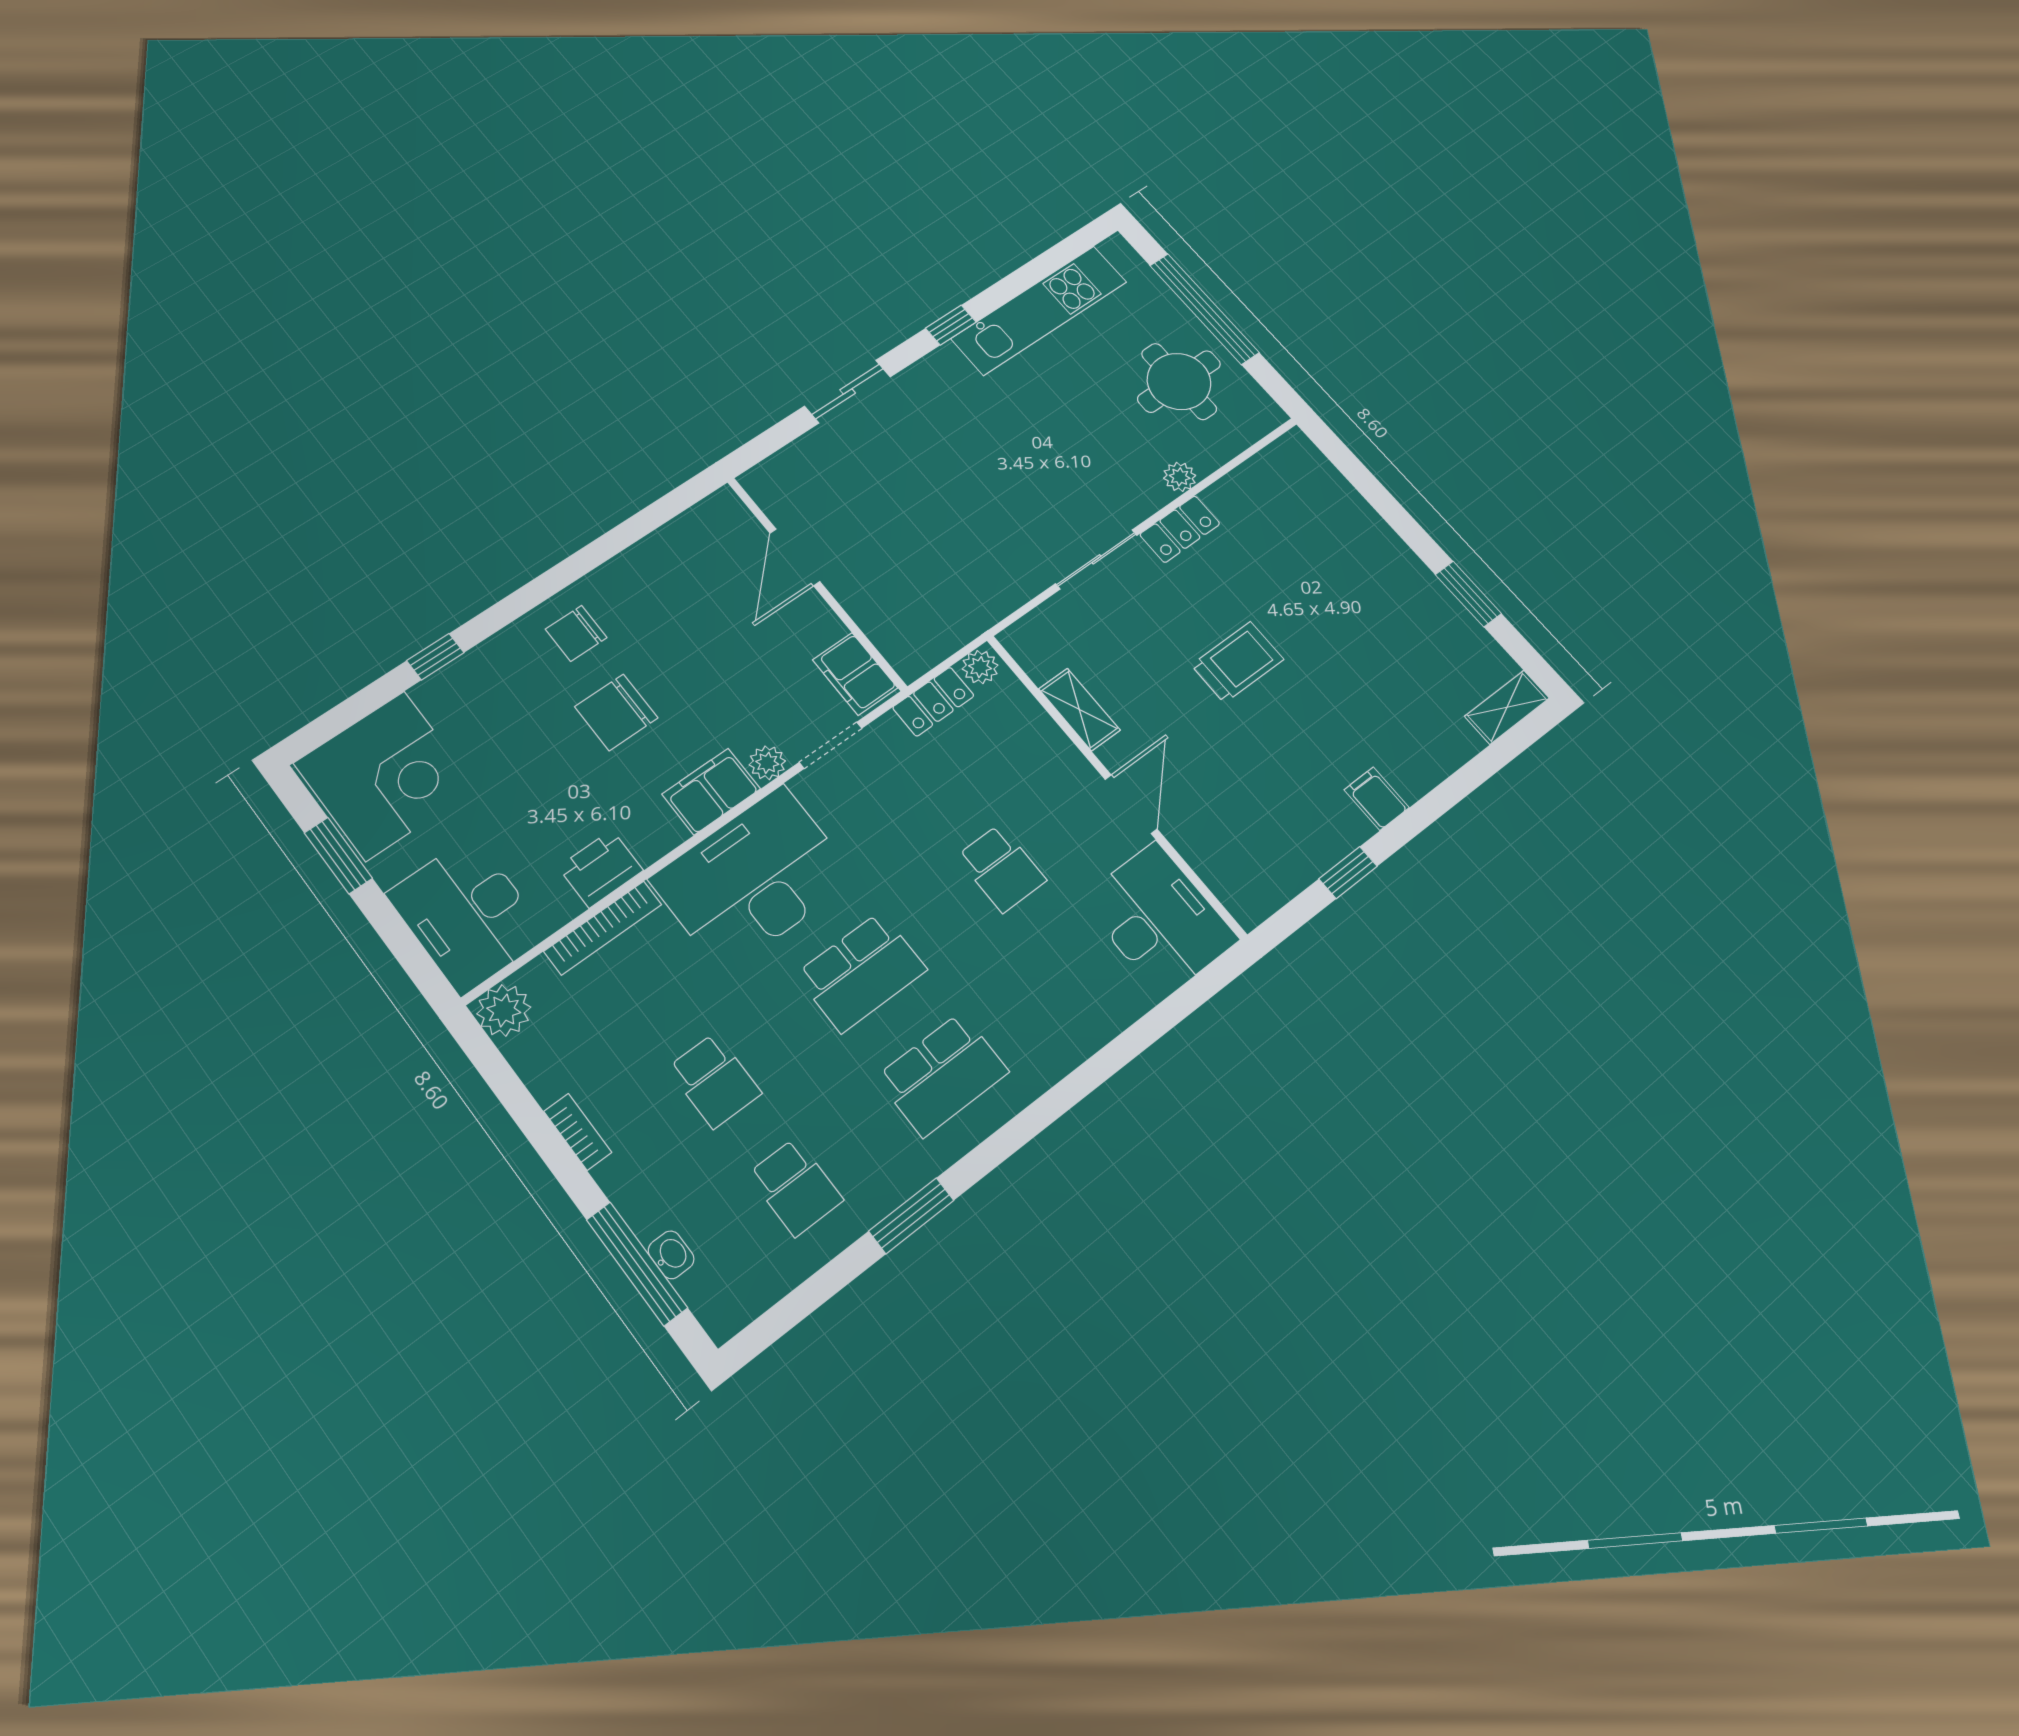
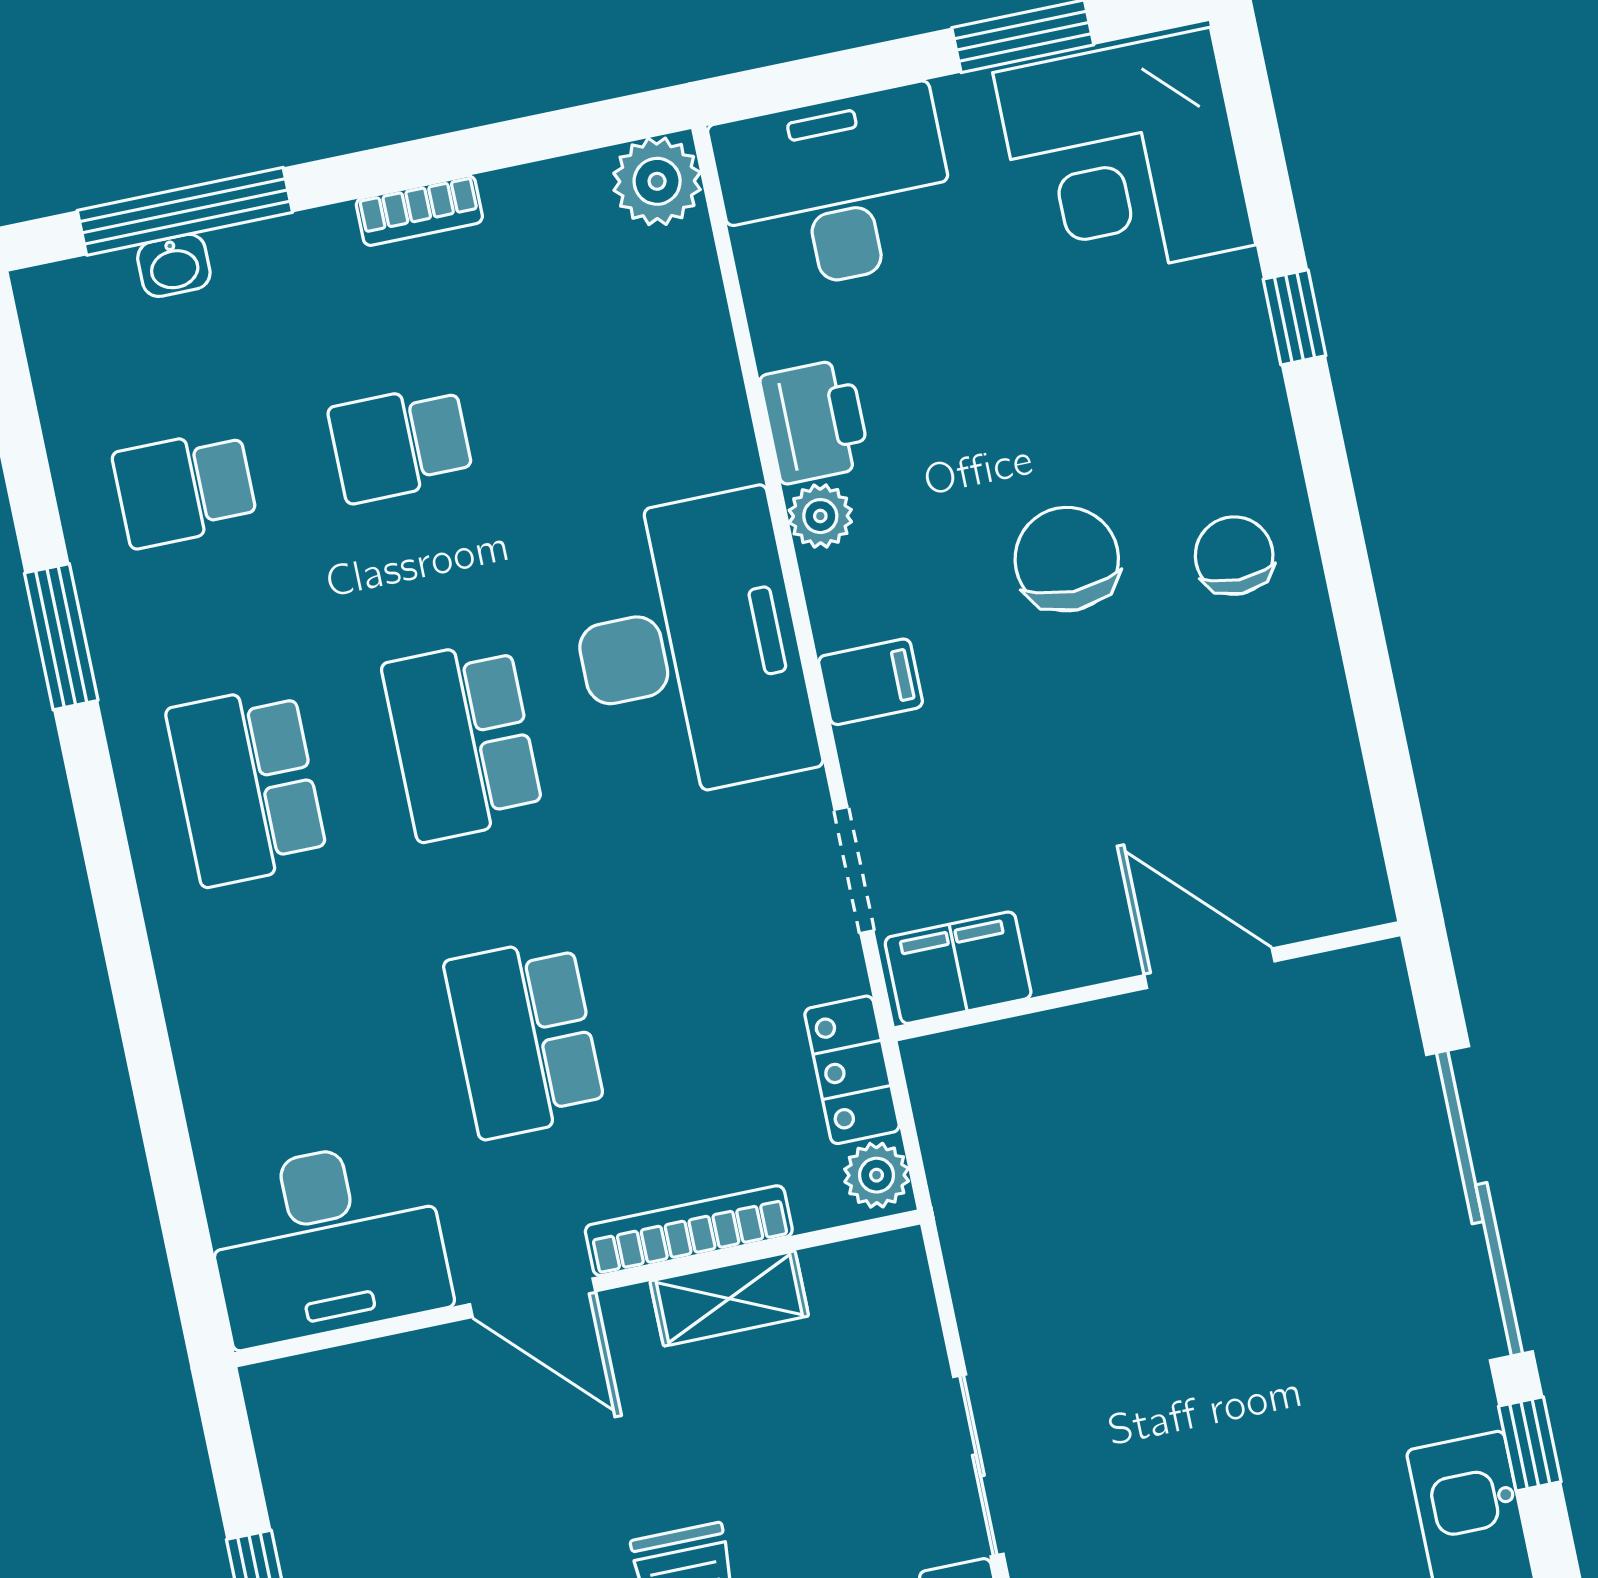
sliding door: (848, 391) -> (1480, 1203), width x1.86
plant: (767, 763) -> (820, 516), moved
filing cabinet: (711, 791) -> (870, 682), width x0.50
school desk: (1001, 868) -> (525, 1038), width x1.85
bookcase: (603, 928) -> (689, 1231), moved, turned 90

